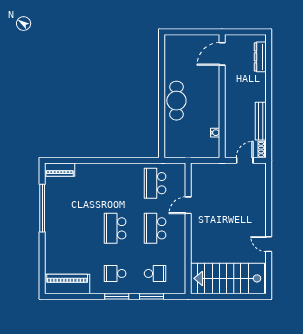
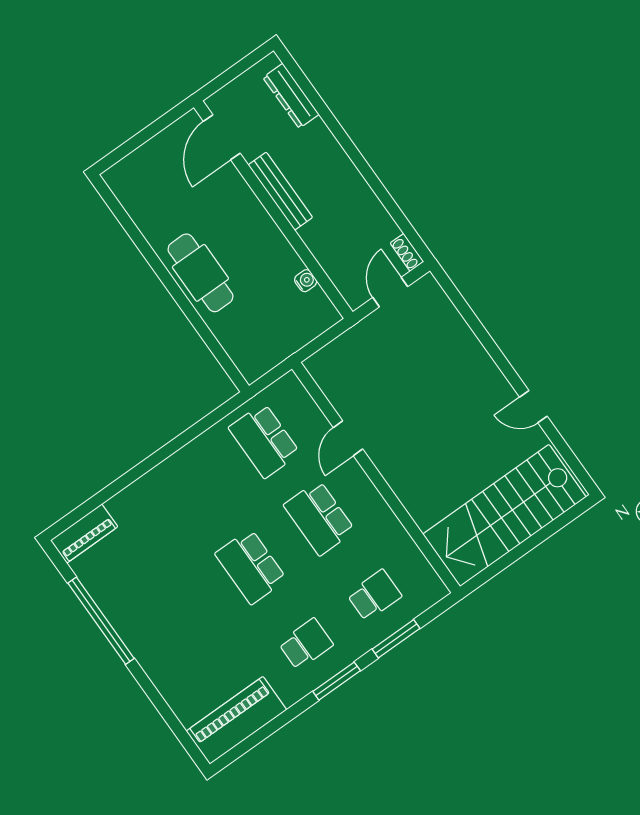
bench: (261, 121) -> (280, 191), moved
school desk: (115, 273) -> (306, 644), turned 180

